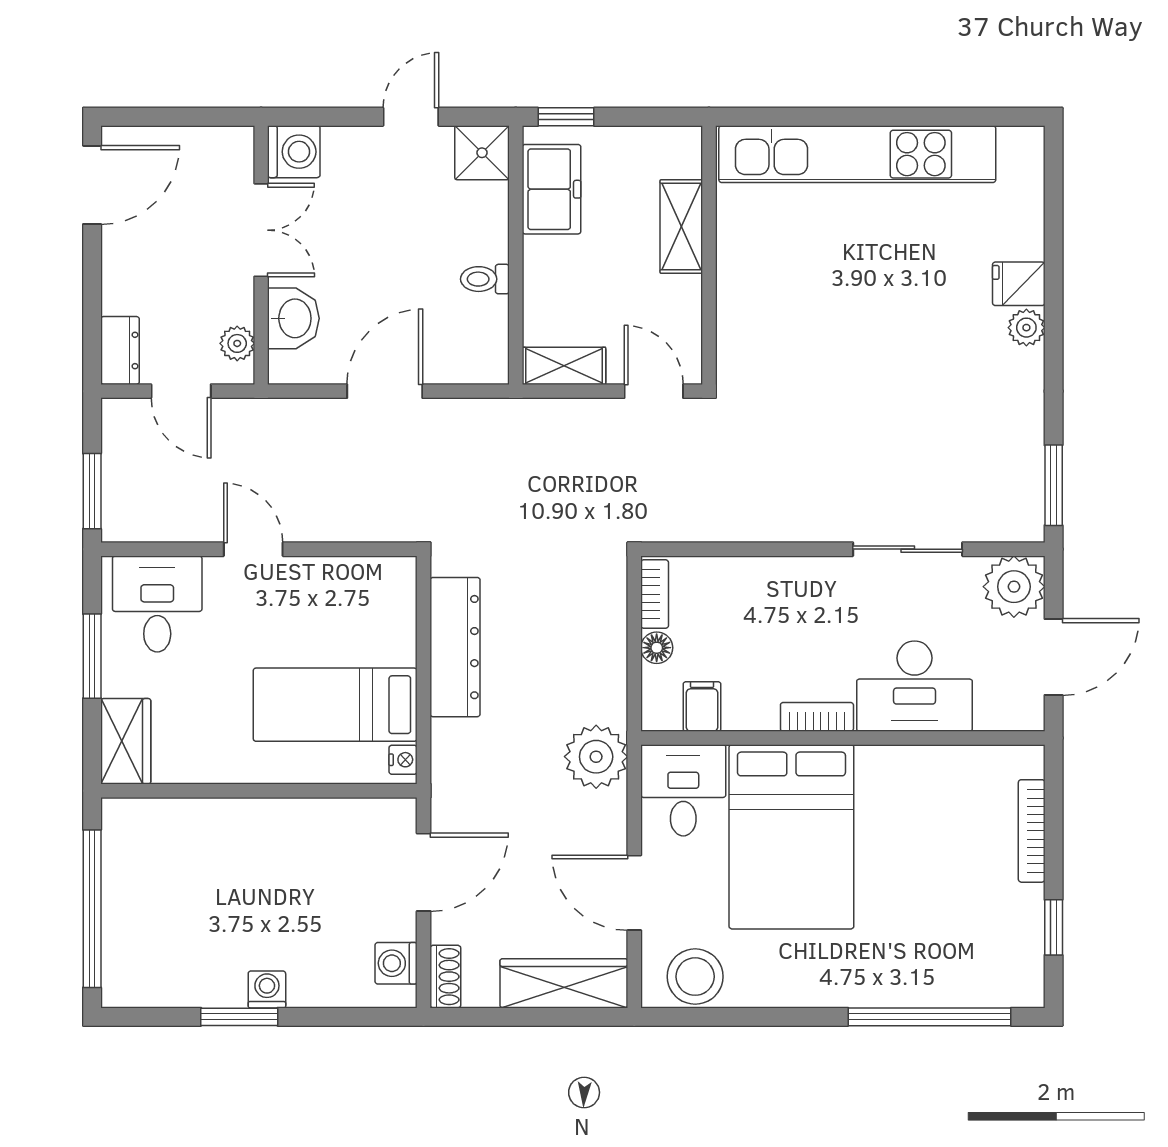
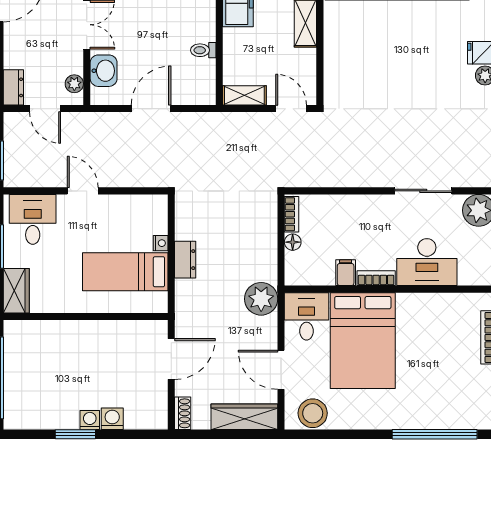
dresser: (455, 647) -> (185, 260), width x0.51, depth x0.80
filing cabinet: (702, 707) -> (346, 273), moved
nightstand: (403, 760) -> (161, 243), moved
washing machine: (396, 963) -> (112, 419), moved, turned 90

